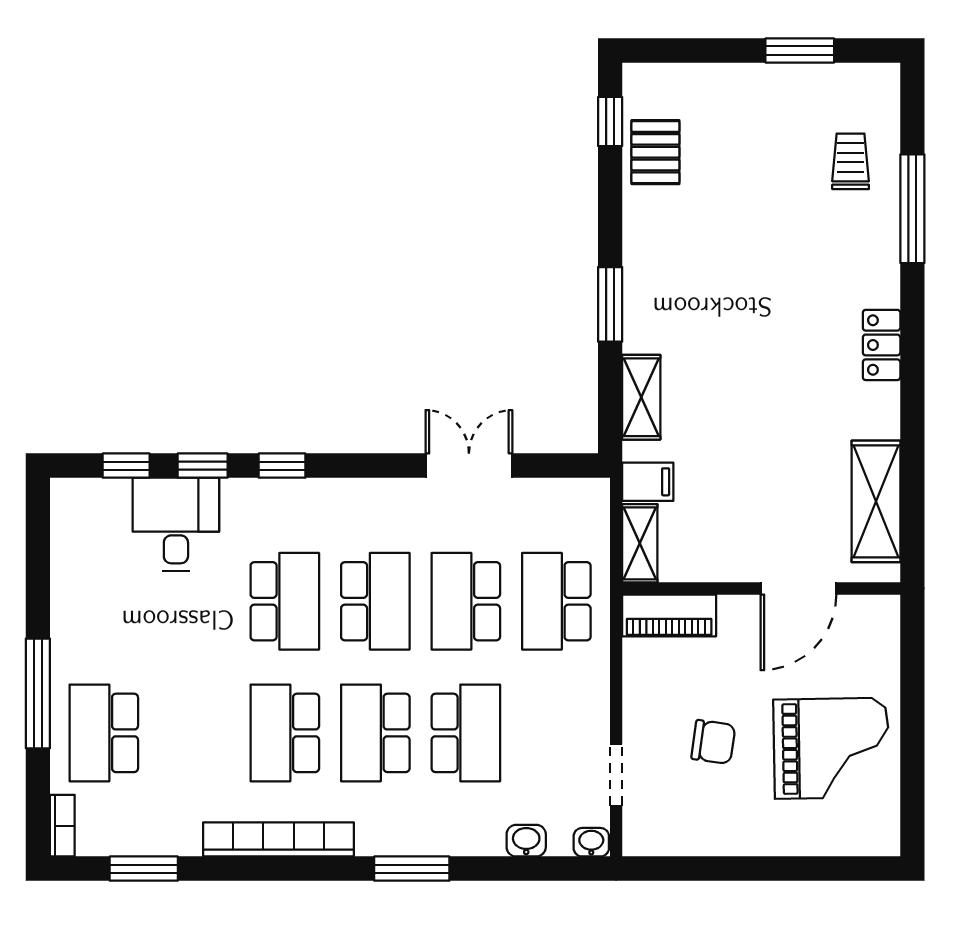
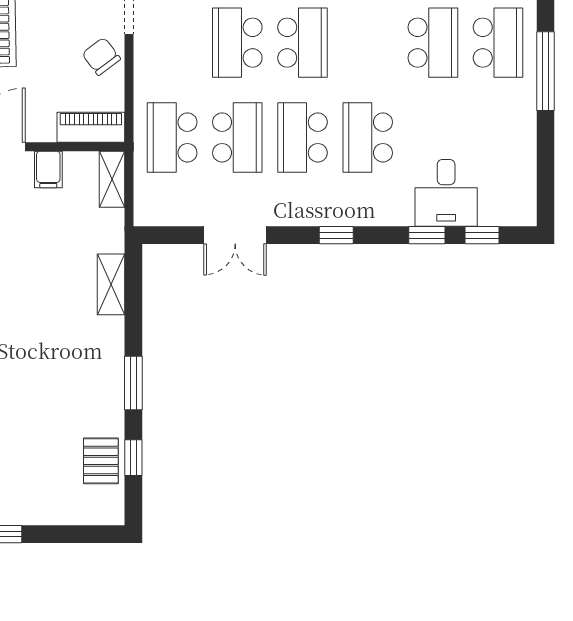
window: (610, 121) -> (133, 458), moved
window: (610, 304) -> (133, 383), moved
window: (282, 466) -> (336, 235), moved
filing cabinet: (648, 482) -> (48, 169), moved, turned -90
school desk: (556, 601) -> (172, 137), turned 180
school desk: (285, 733) -> (433, 43), moved
chair: (713, 742) -> (101, 56), moved, turned 45

